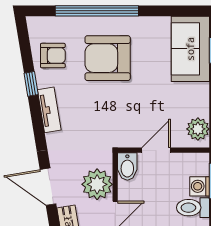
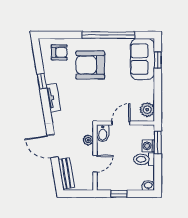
window: (97, 11) -> (108, 35), moved
armchair: (53, 56) -> (59, 52), moved
plant: (97, 184) -> (88, 140), width x0.53, depth x0.53

